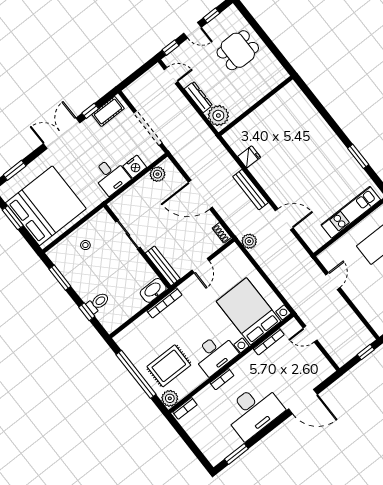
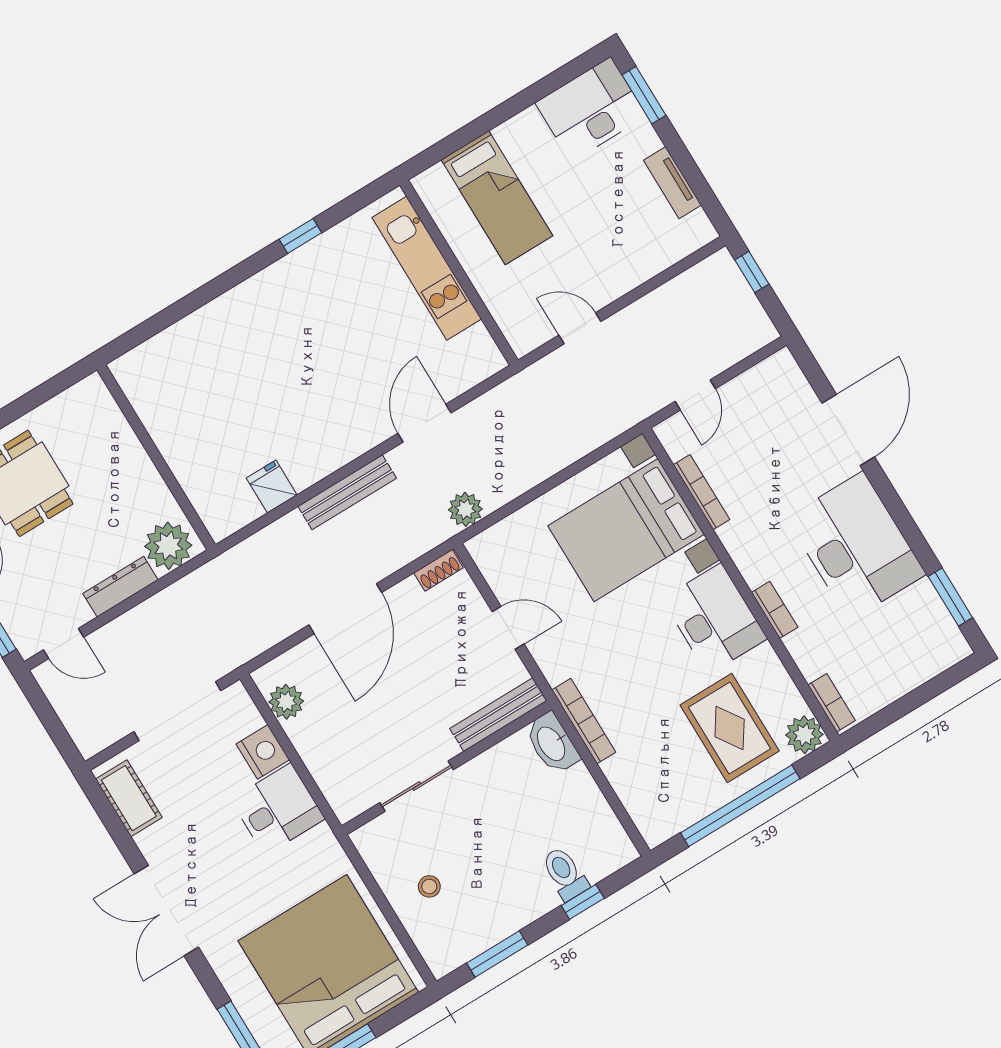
door: (171, 76) -> (64, 643), swing flipped
window: (90, 111) -> (122, 839), removed
window: (358, 156) -> (300, 236), width x0.67

